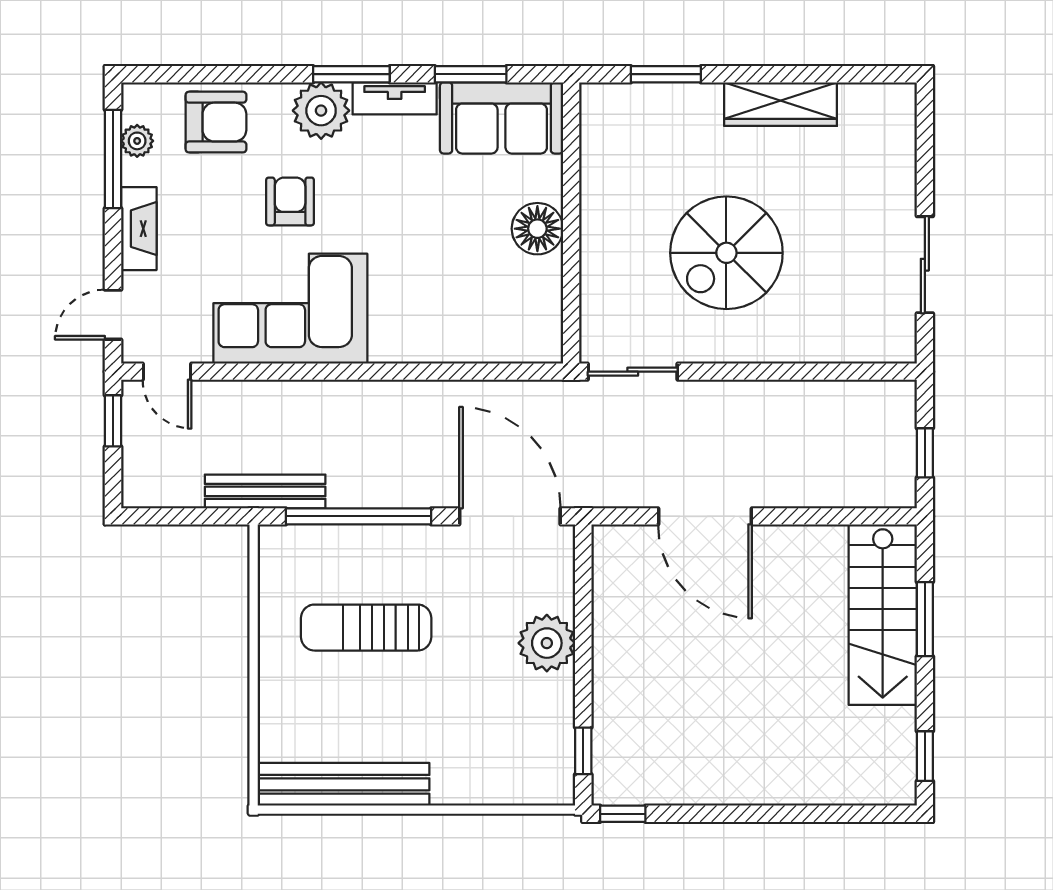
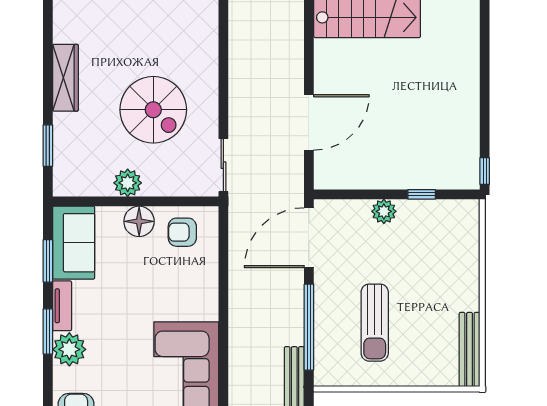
armchair: (290, 201) -> (182, 232), moved
plant: (603, 209) -> (128, 183), added
plant: (547, 643) -> (384, 211), width x0.73, depth x0.73
window: (583, 751) -> (422, 194), moved
bench: (344, 784) -> (470, 350), width x0.73, depth x0.82

